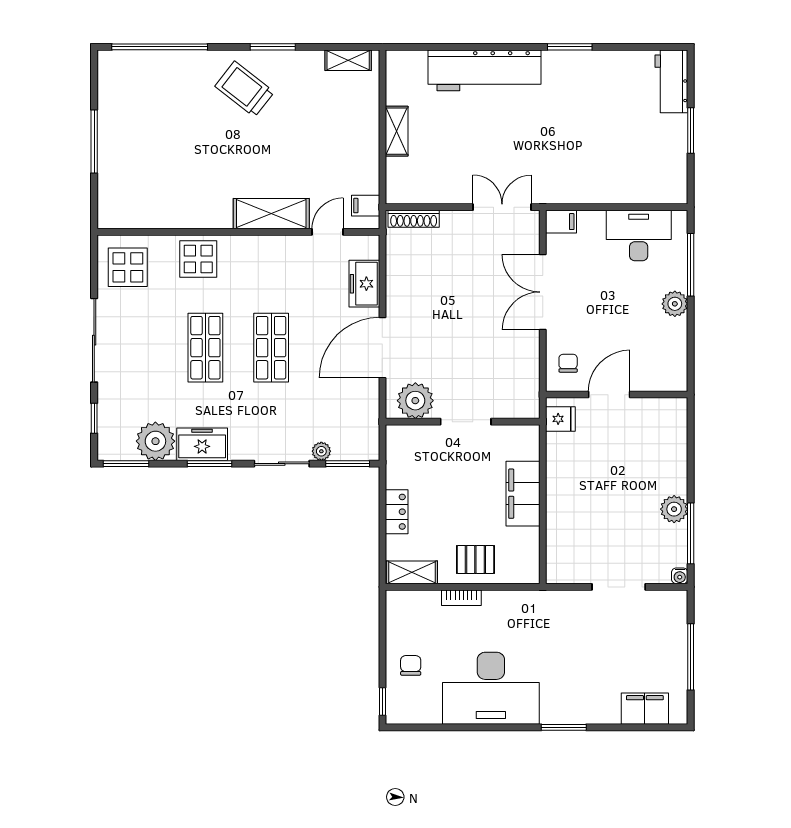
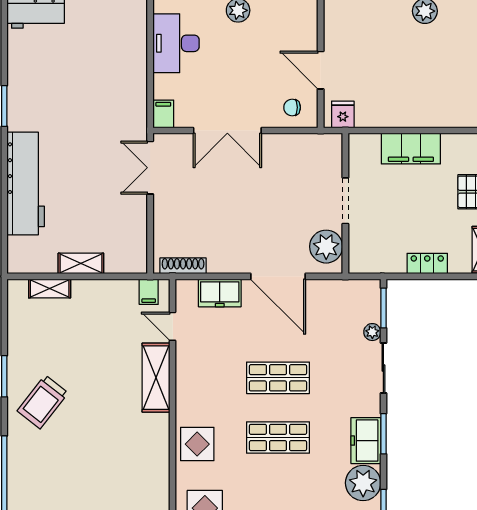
shelving: (348, 60) -> (50, 289), moved, turned 90
shoe rack: (414, 219) -> (183, 266), moved, turned -90

